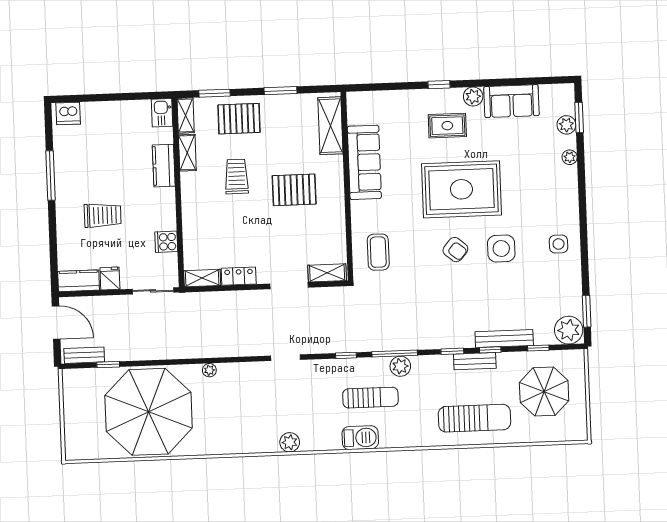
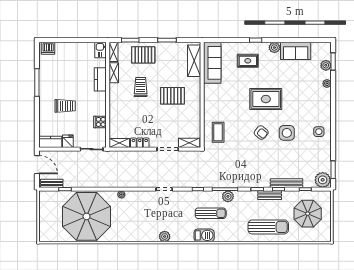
rug: (447, 126) -> (248, 61), moved
sofa: (364, 162) -> (212, 63), moved
rug: (461, 189) -> (266, 99), width x0.73, depth x0.69

